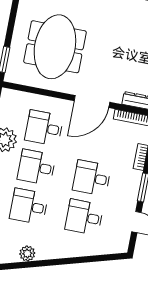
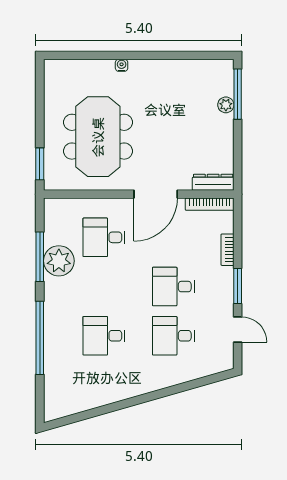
desk: (37, 167) -> (104, 287), removed
plant: (27, 254) -> (113, 393), removed

